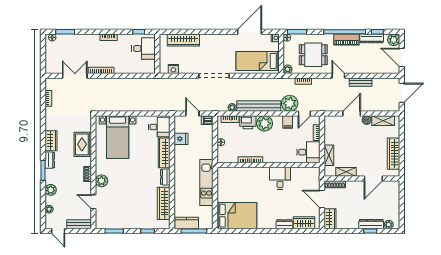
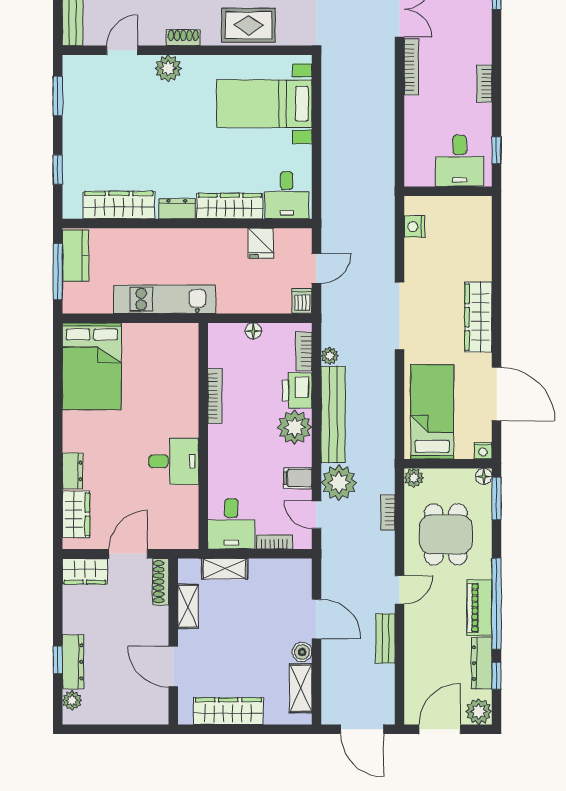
wardrobe: (183, 40) -> (478, 317), moved

